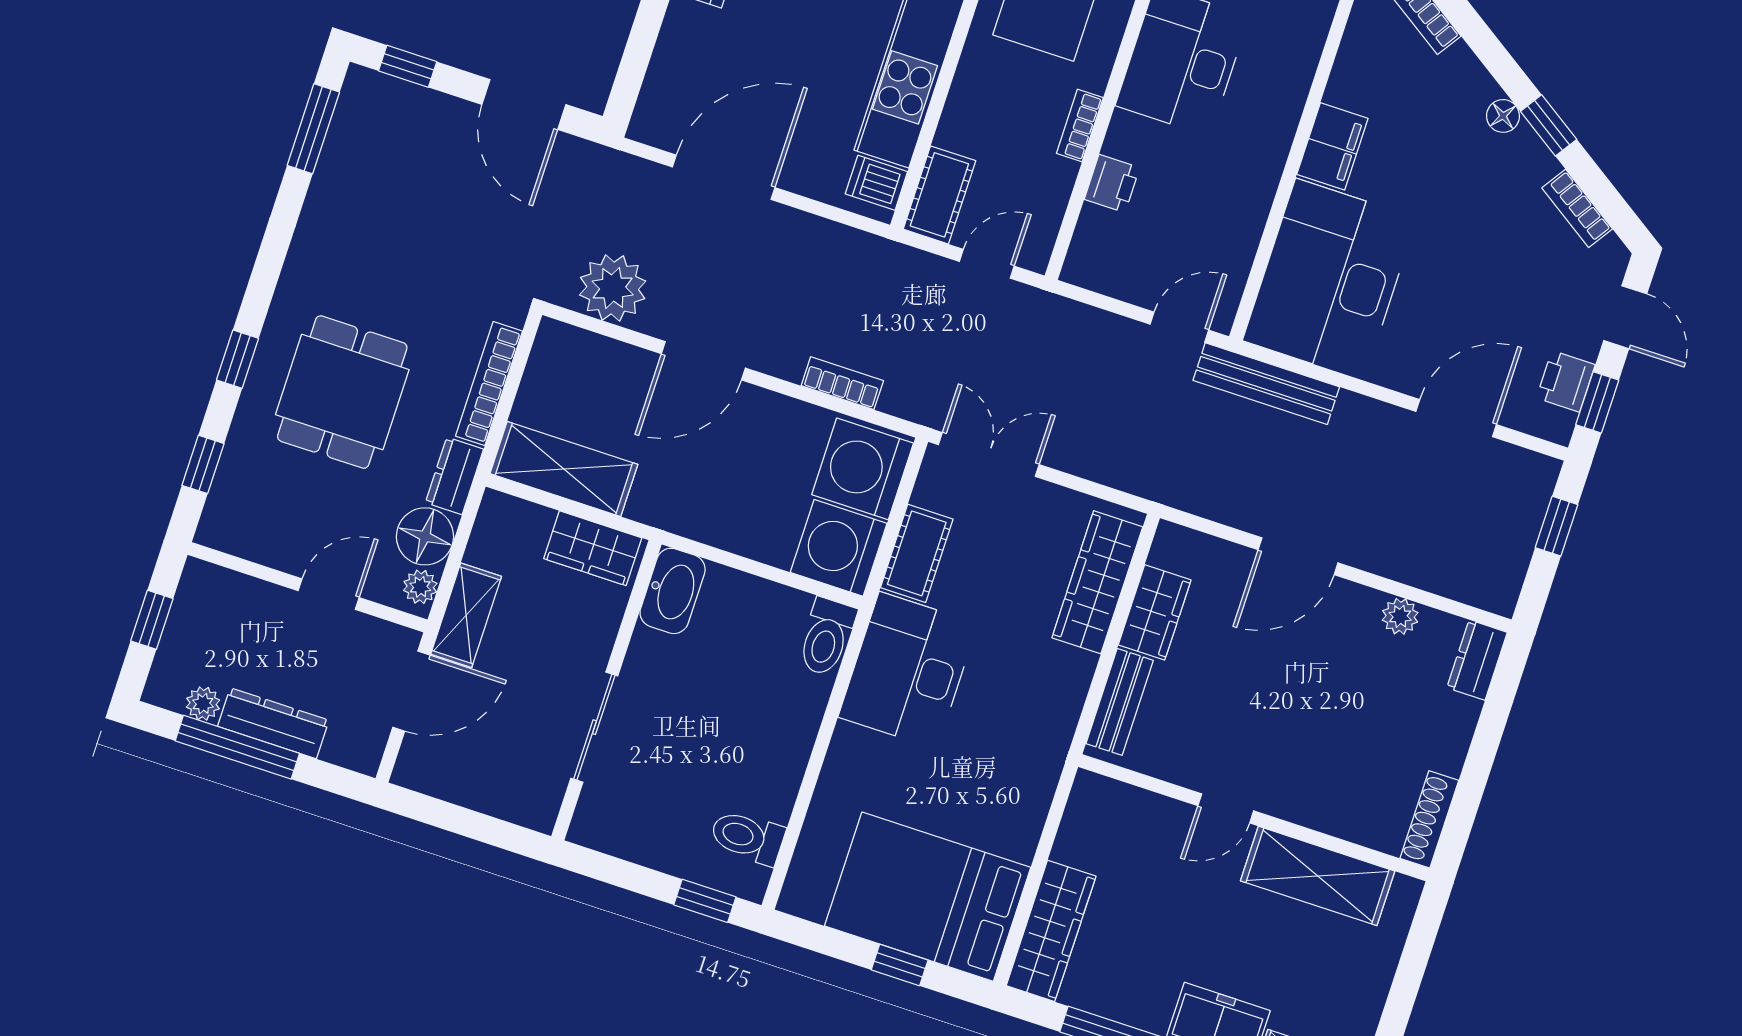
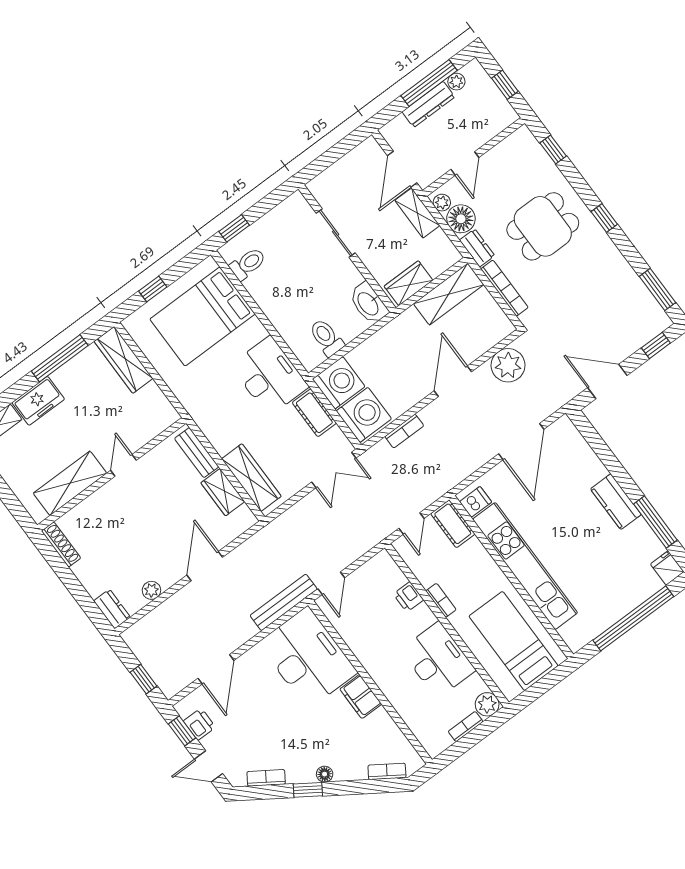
window: (238, 359) -> (604, 218), moved
dining table: (342, 392) -> (543, 226), turned 90
toilet: (827, 637) -> (326, 337), moved
bed: (928, 897) -> (202, 317), moved, turned 180

